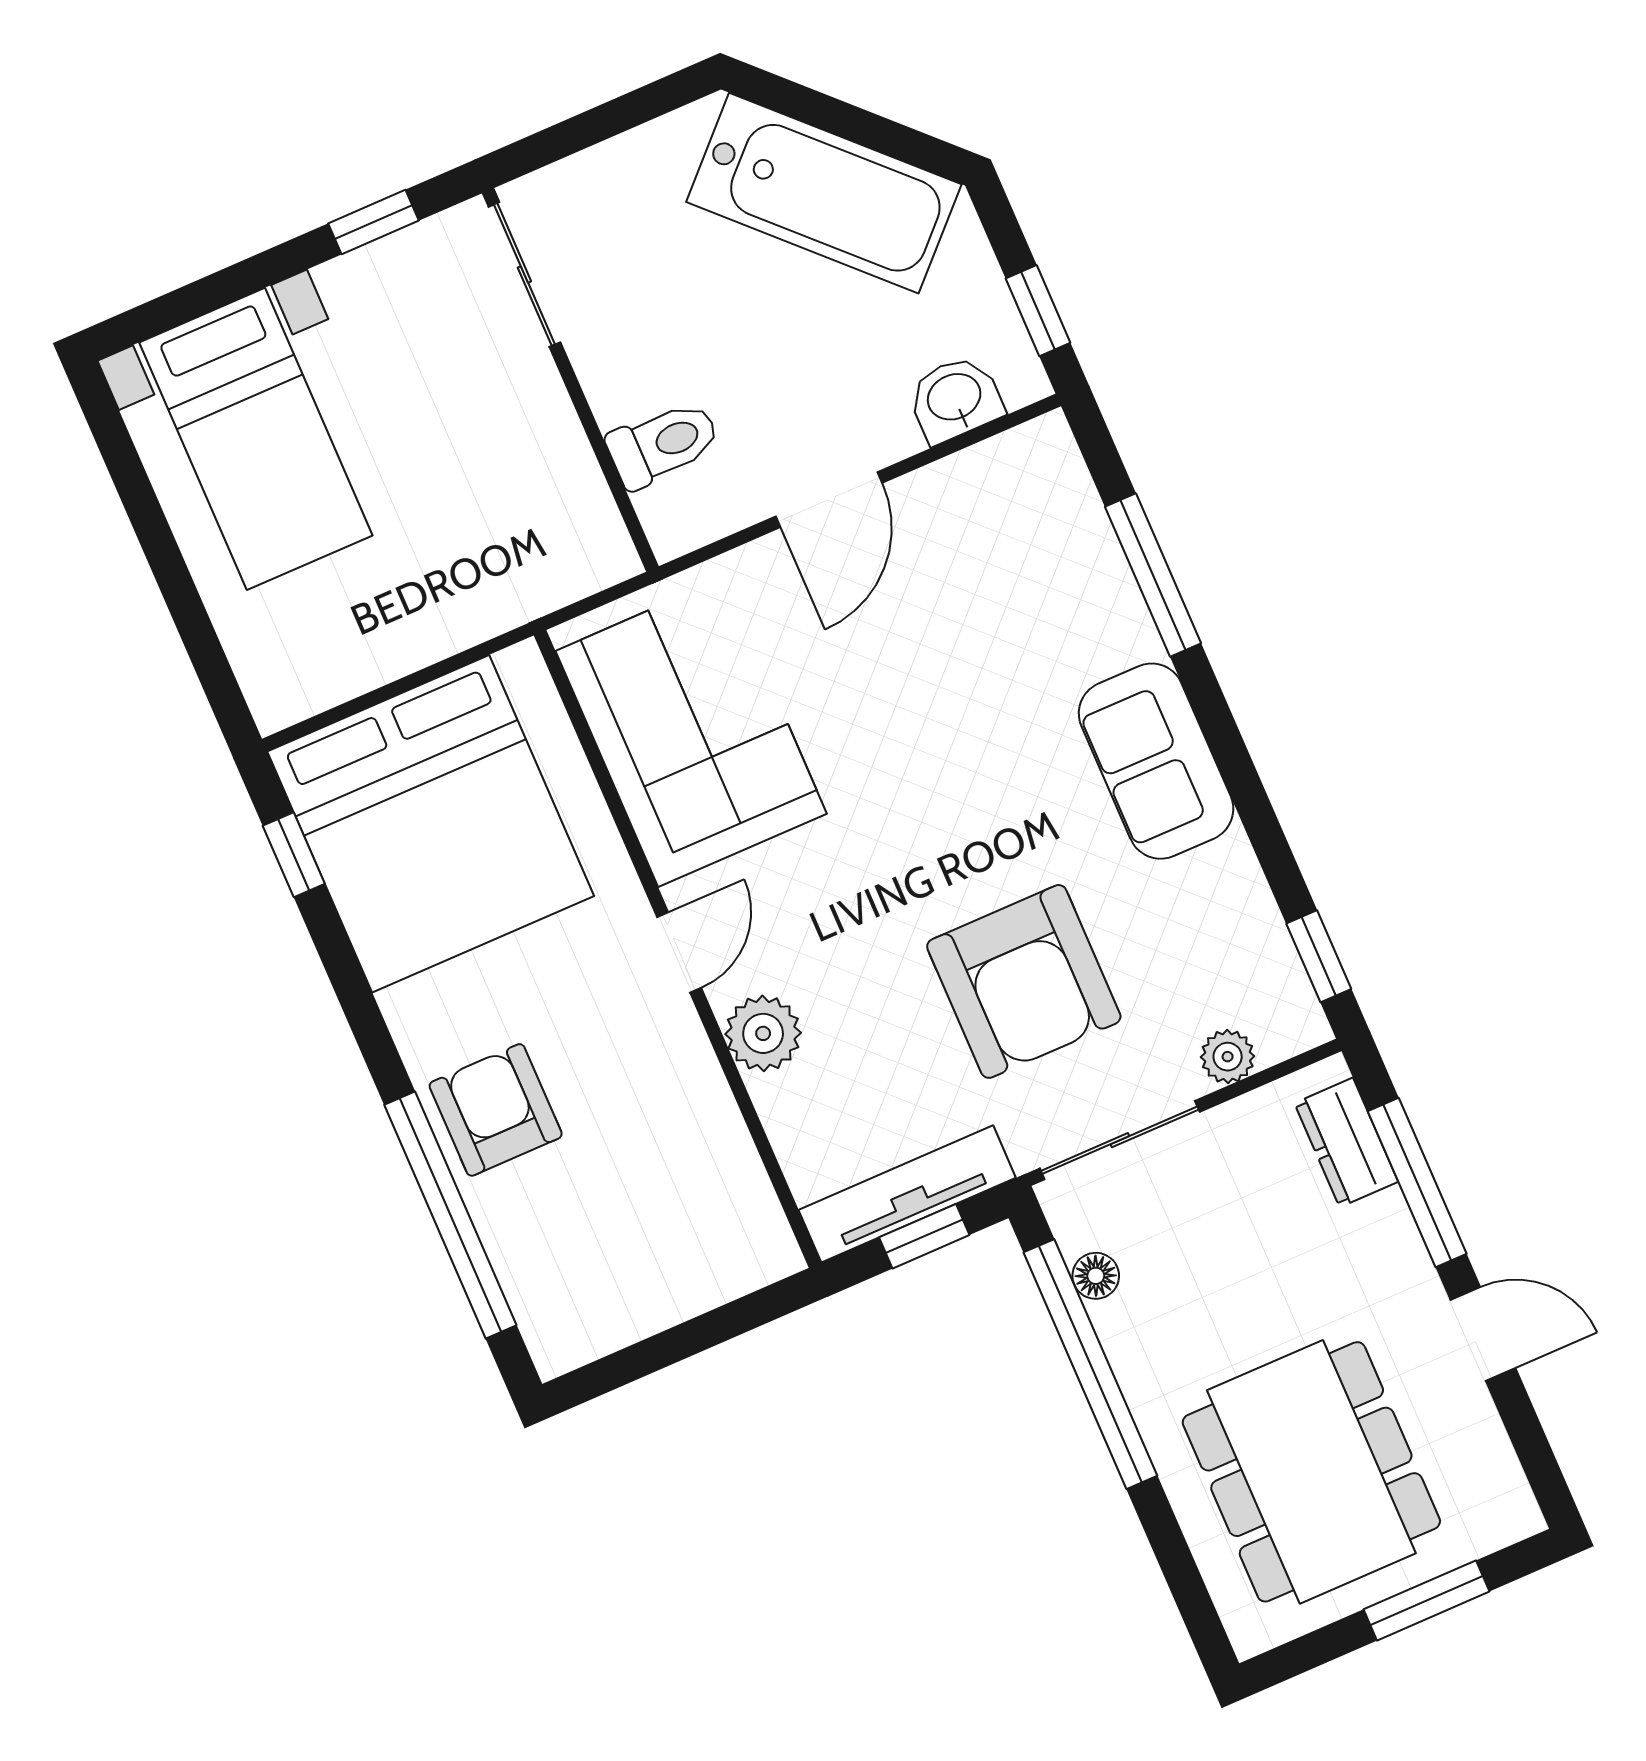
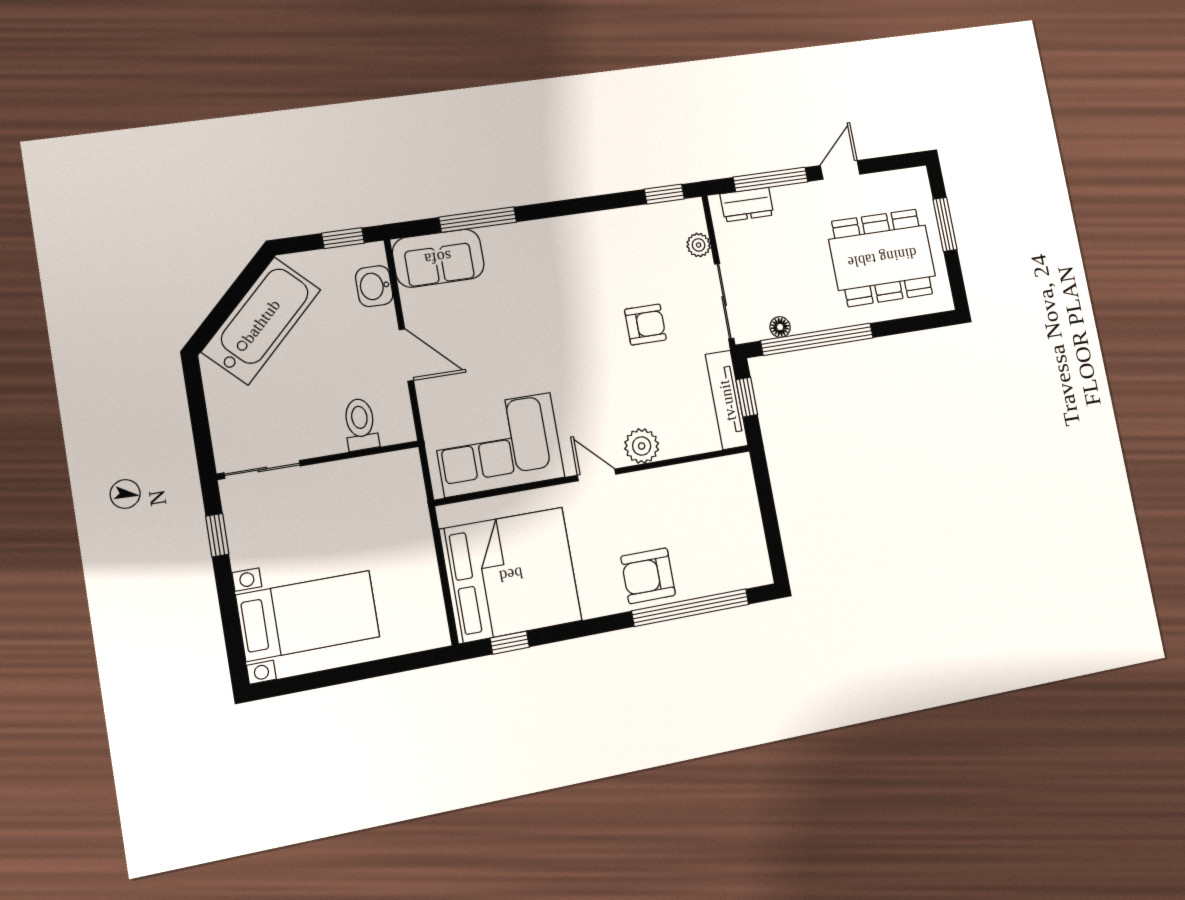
sofa: (1156, 761) -> (438, 258), moved
armchair: (1024, 981) -> (645, 325), width x0.53, depth x0.53

